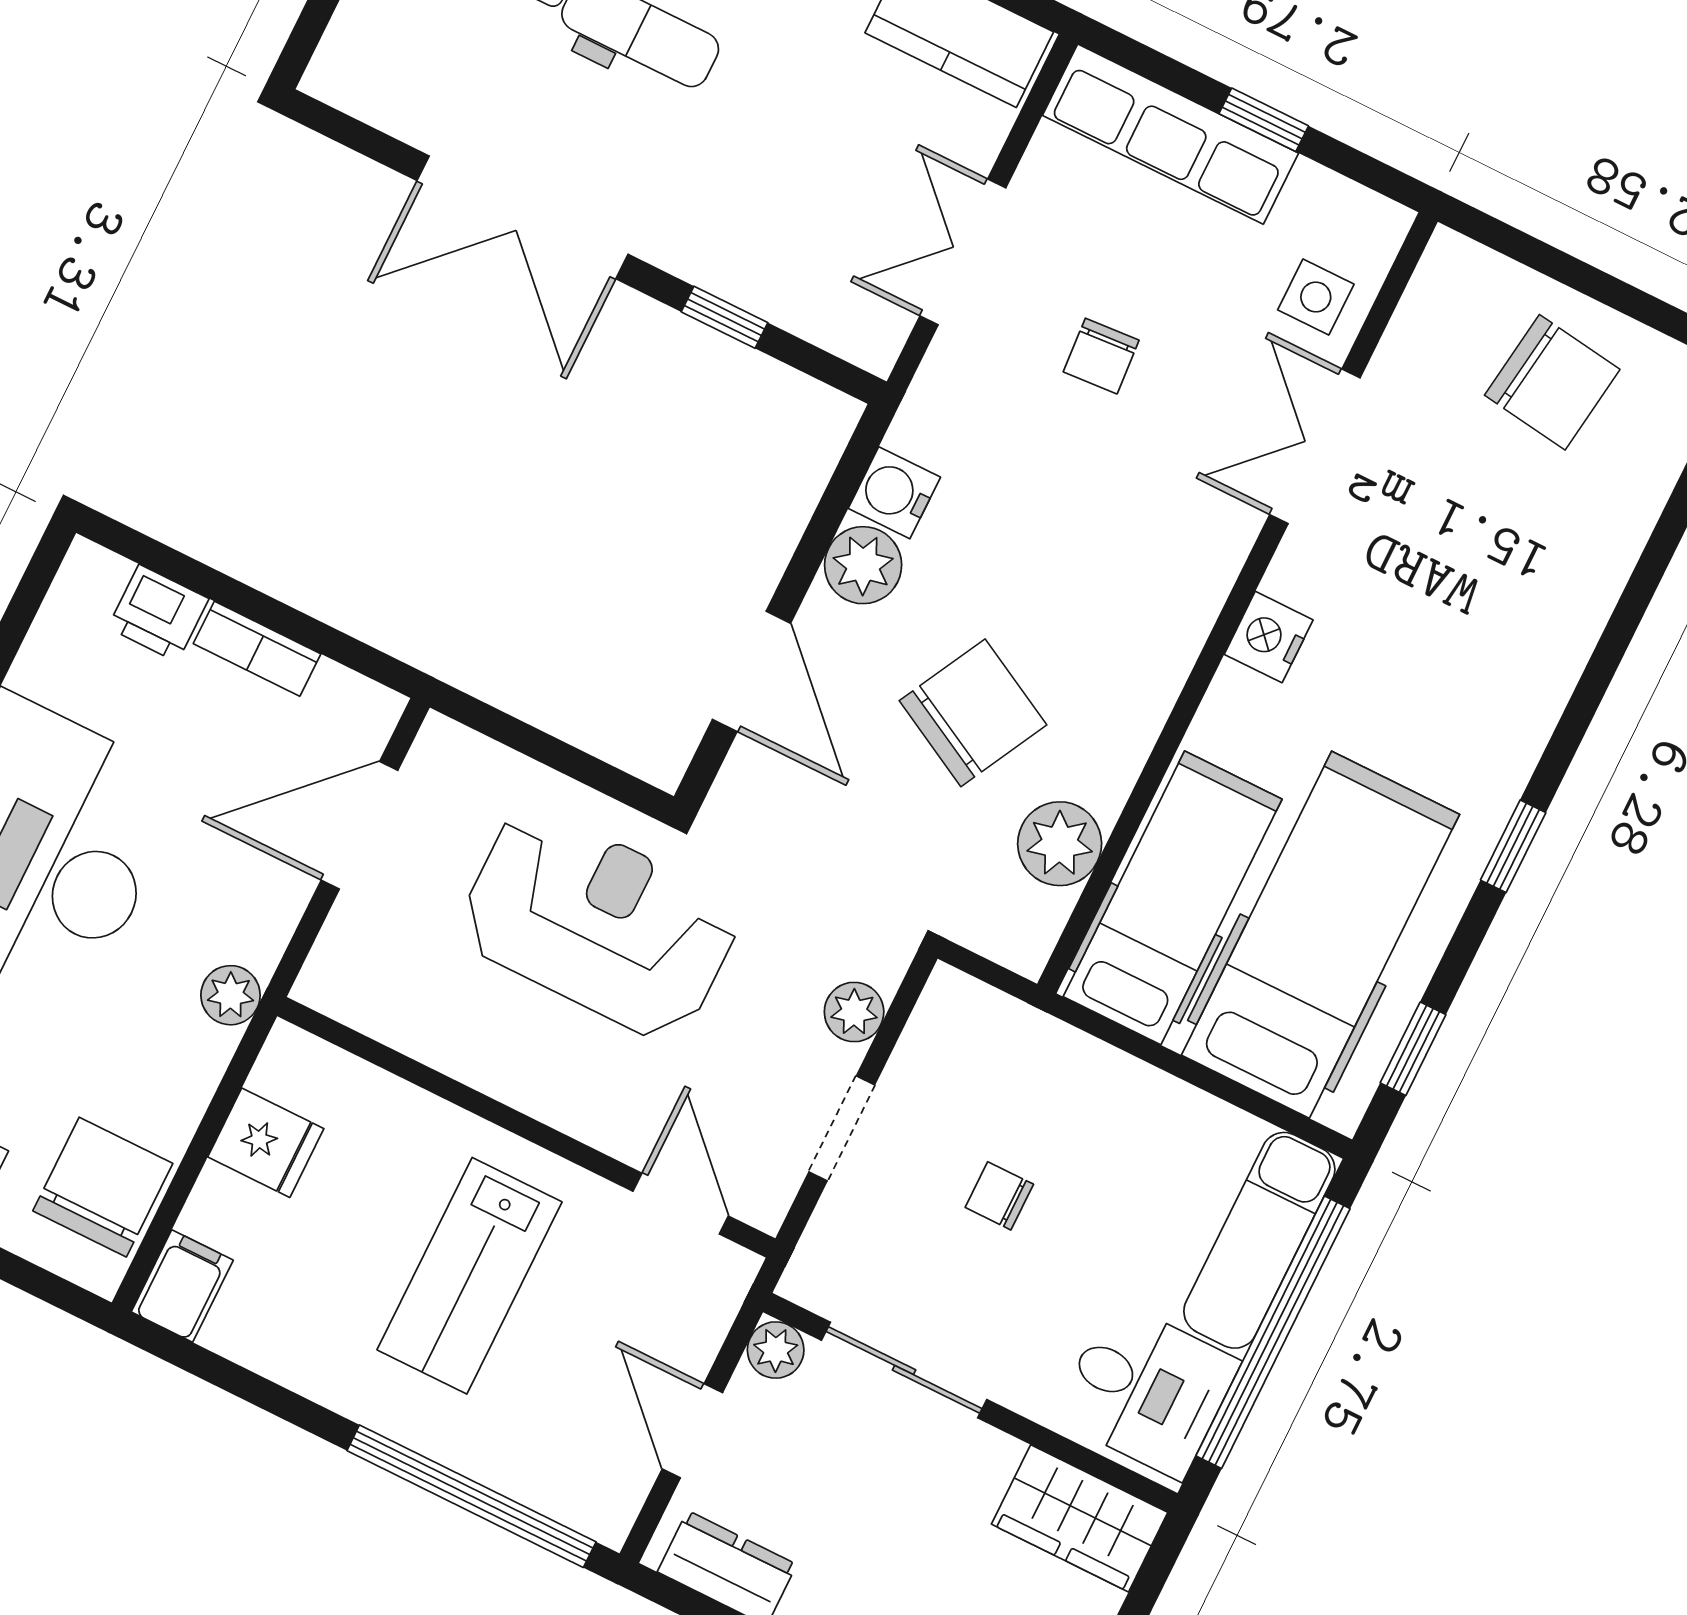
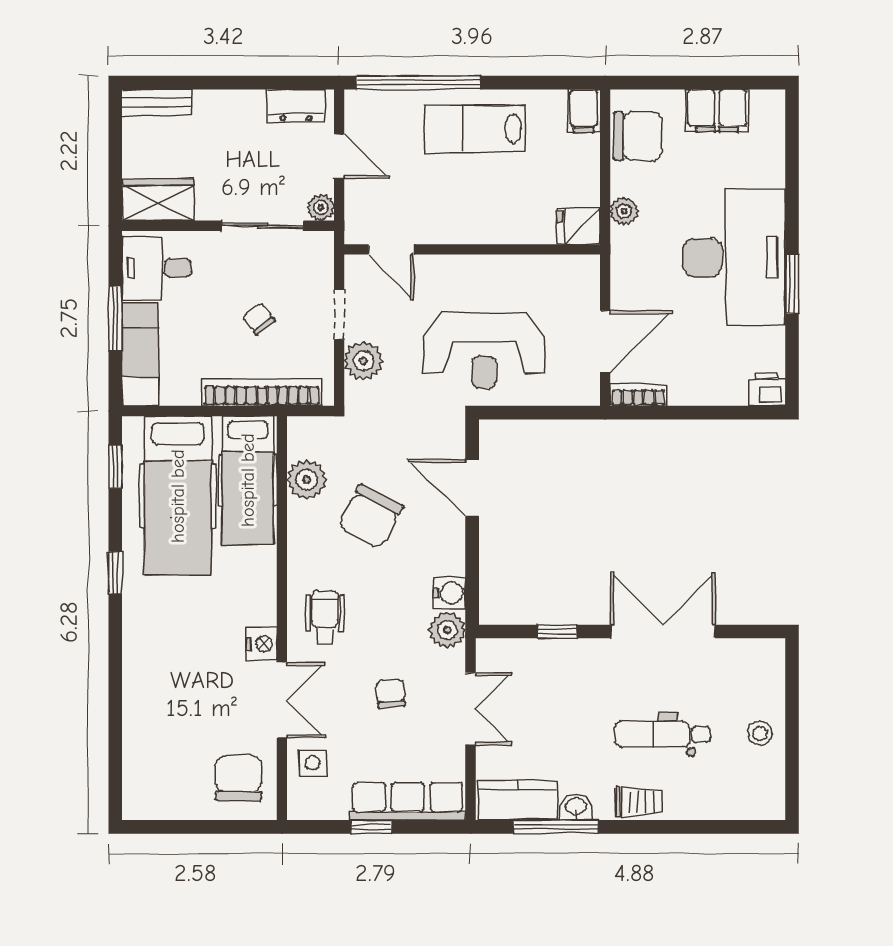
chair: (1552, 382) -> (238, 778), moved, turned 82
wheelchair: (1154, 563) -> (325, 617), added
plant: (863, 565) -> (447, 630), moved
printer: (158, 613) -> (767, 389), moved
nightstand: (1269, 637) -> (262, 644), moved
bookcase: (257, 649) -> (638, 395), moved
plant: (231, 995) -> (624, 211), moved
plant: (854, 1012) -> (363, 361), width x1.38, depth x1.38
bookcase: (1063, 1053) -> (262, 392), added
fridge: (266, 1143) -> (579, 226), moved
chair: (103, 1187) -> (638, 136), turned -90
chair: (999, 1196) -> (259, 319), turned -128
lab bench: (470, 1276) -> (475, 129), moved, turned -90
window: (1273, 1332) -> (115, 318), width x0.47

